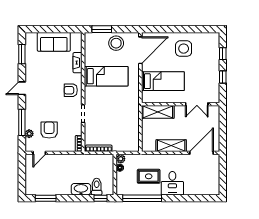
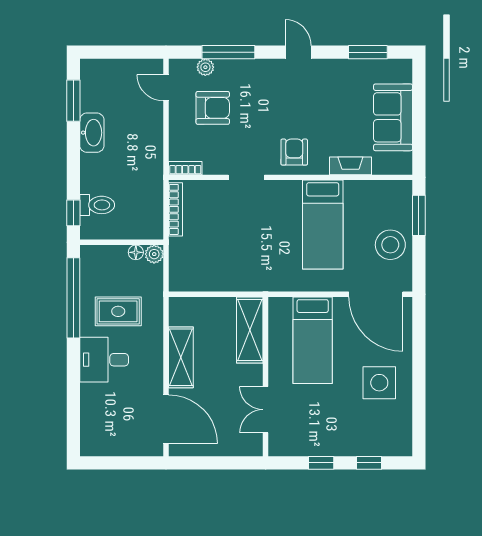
rug: (149, 176) -> (118, 311), turned 90
washbasin: (81, 189) -> (92, 133), moved

